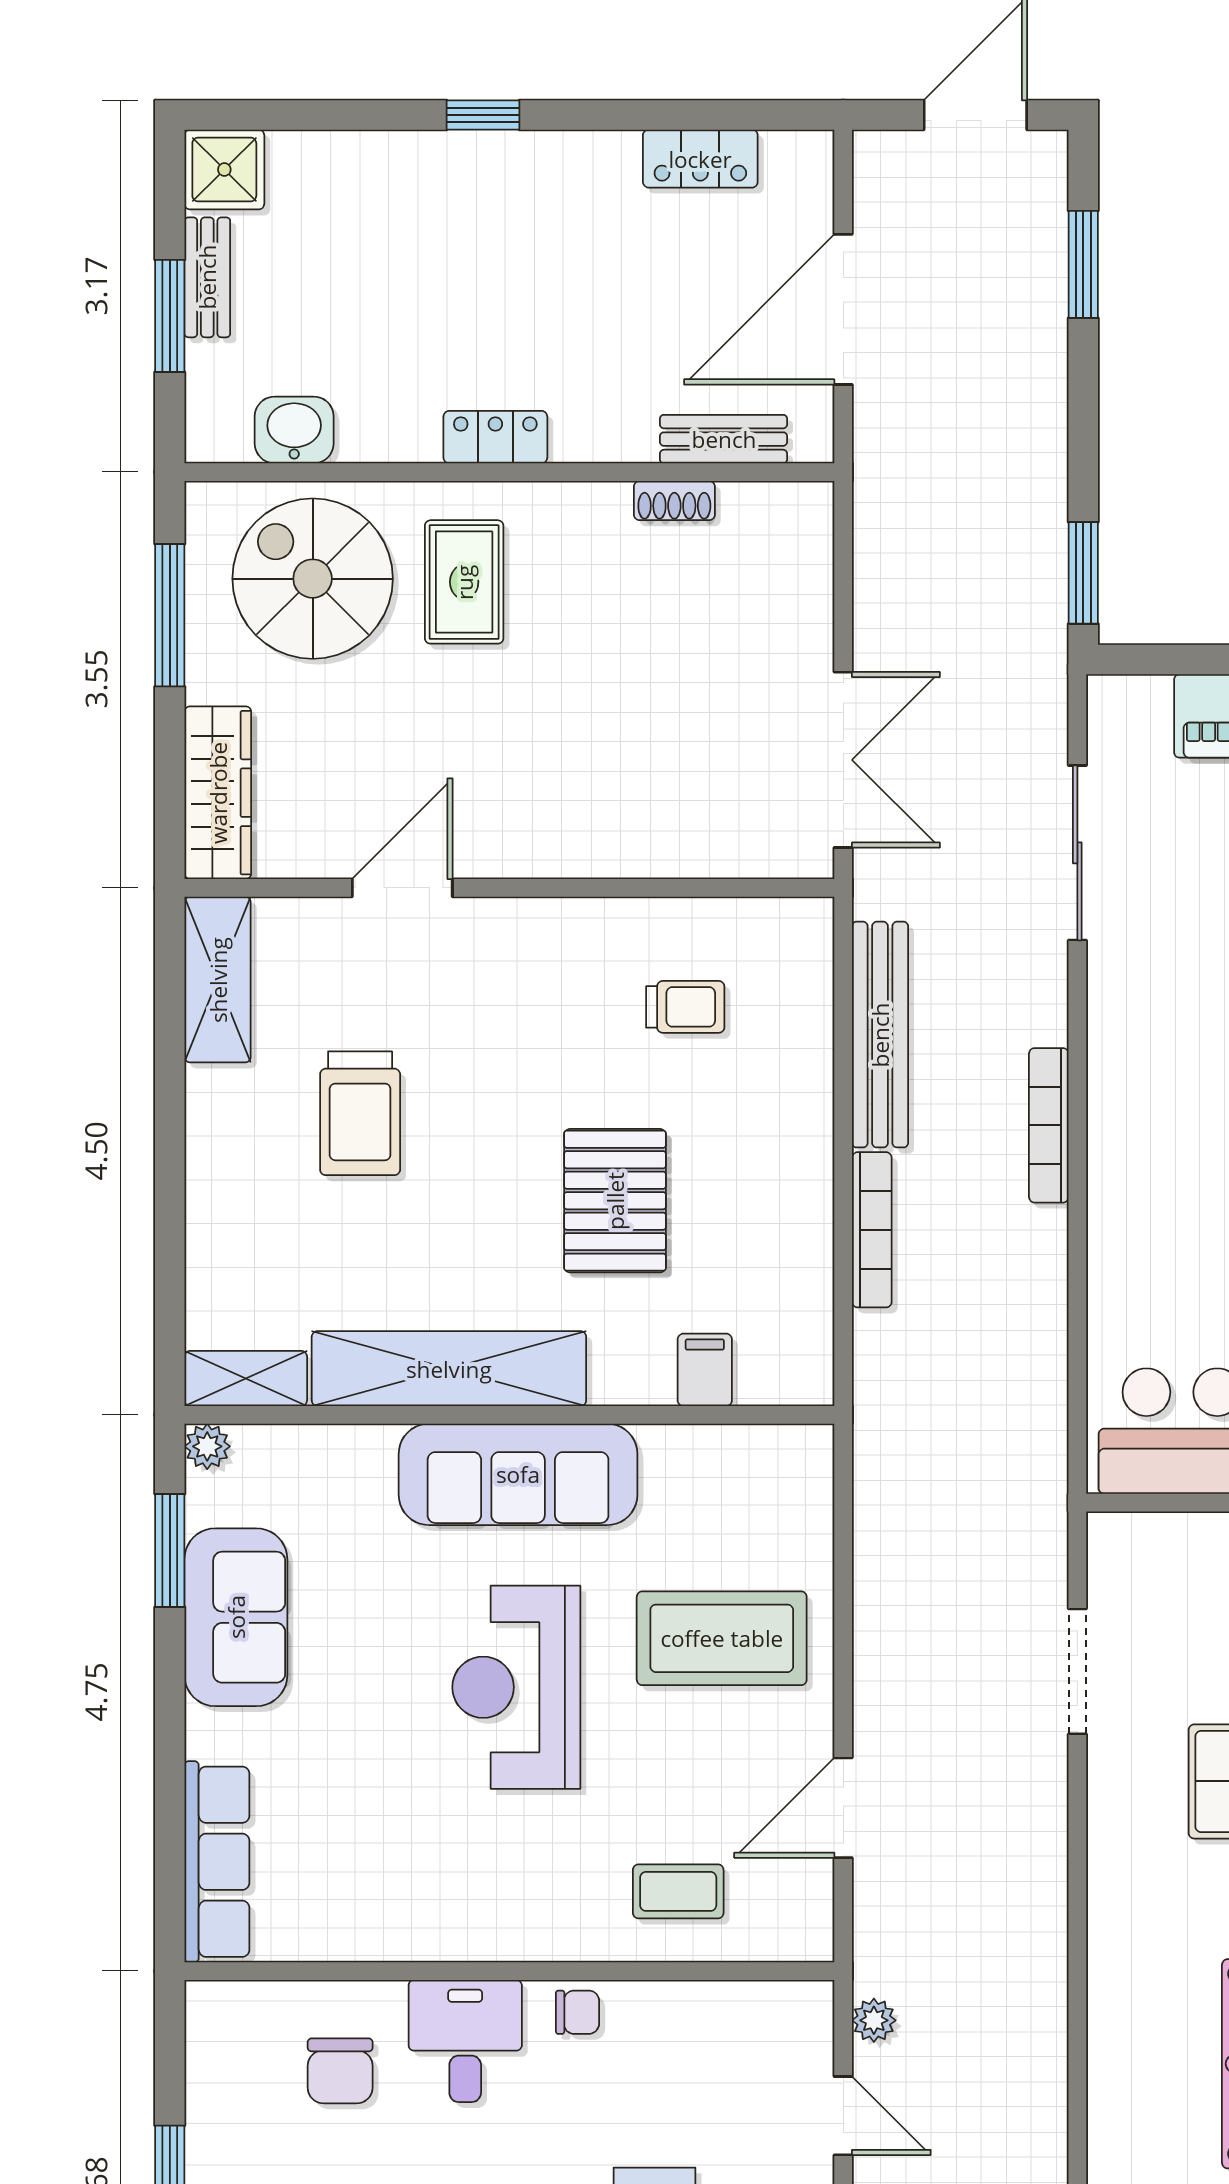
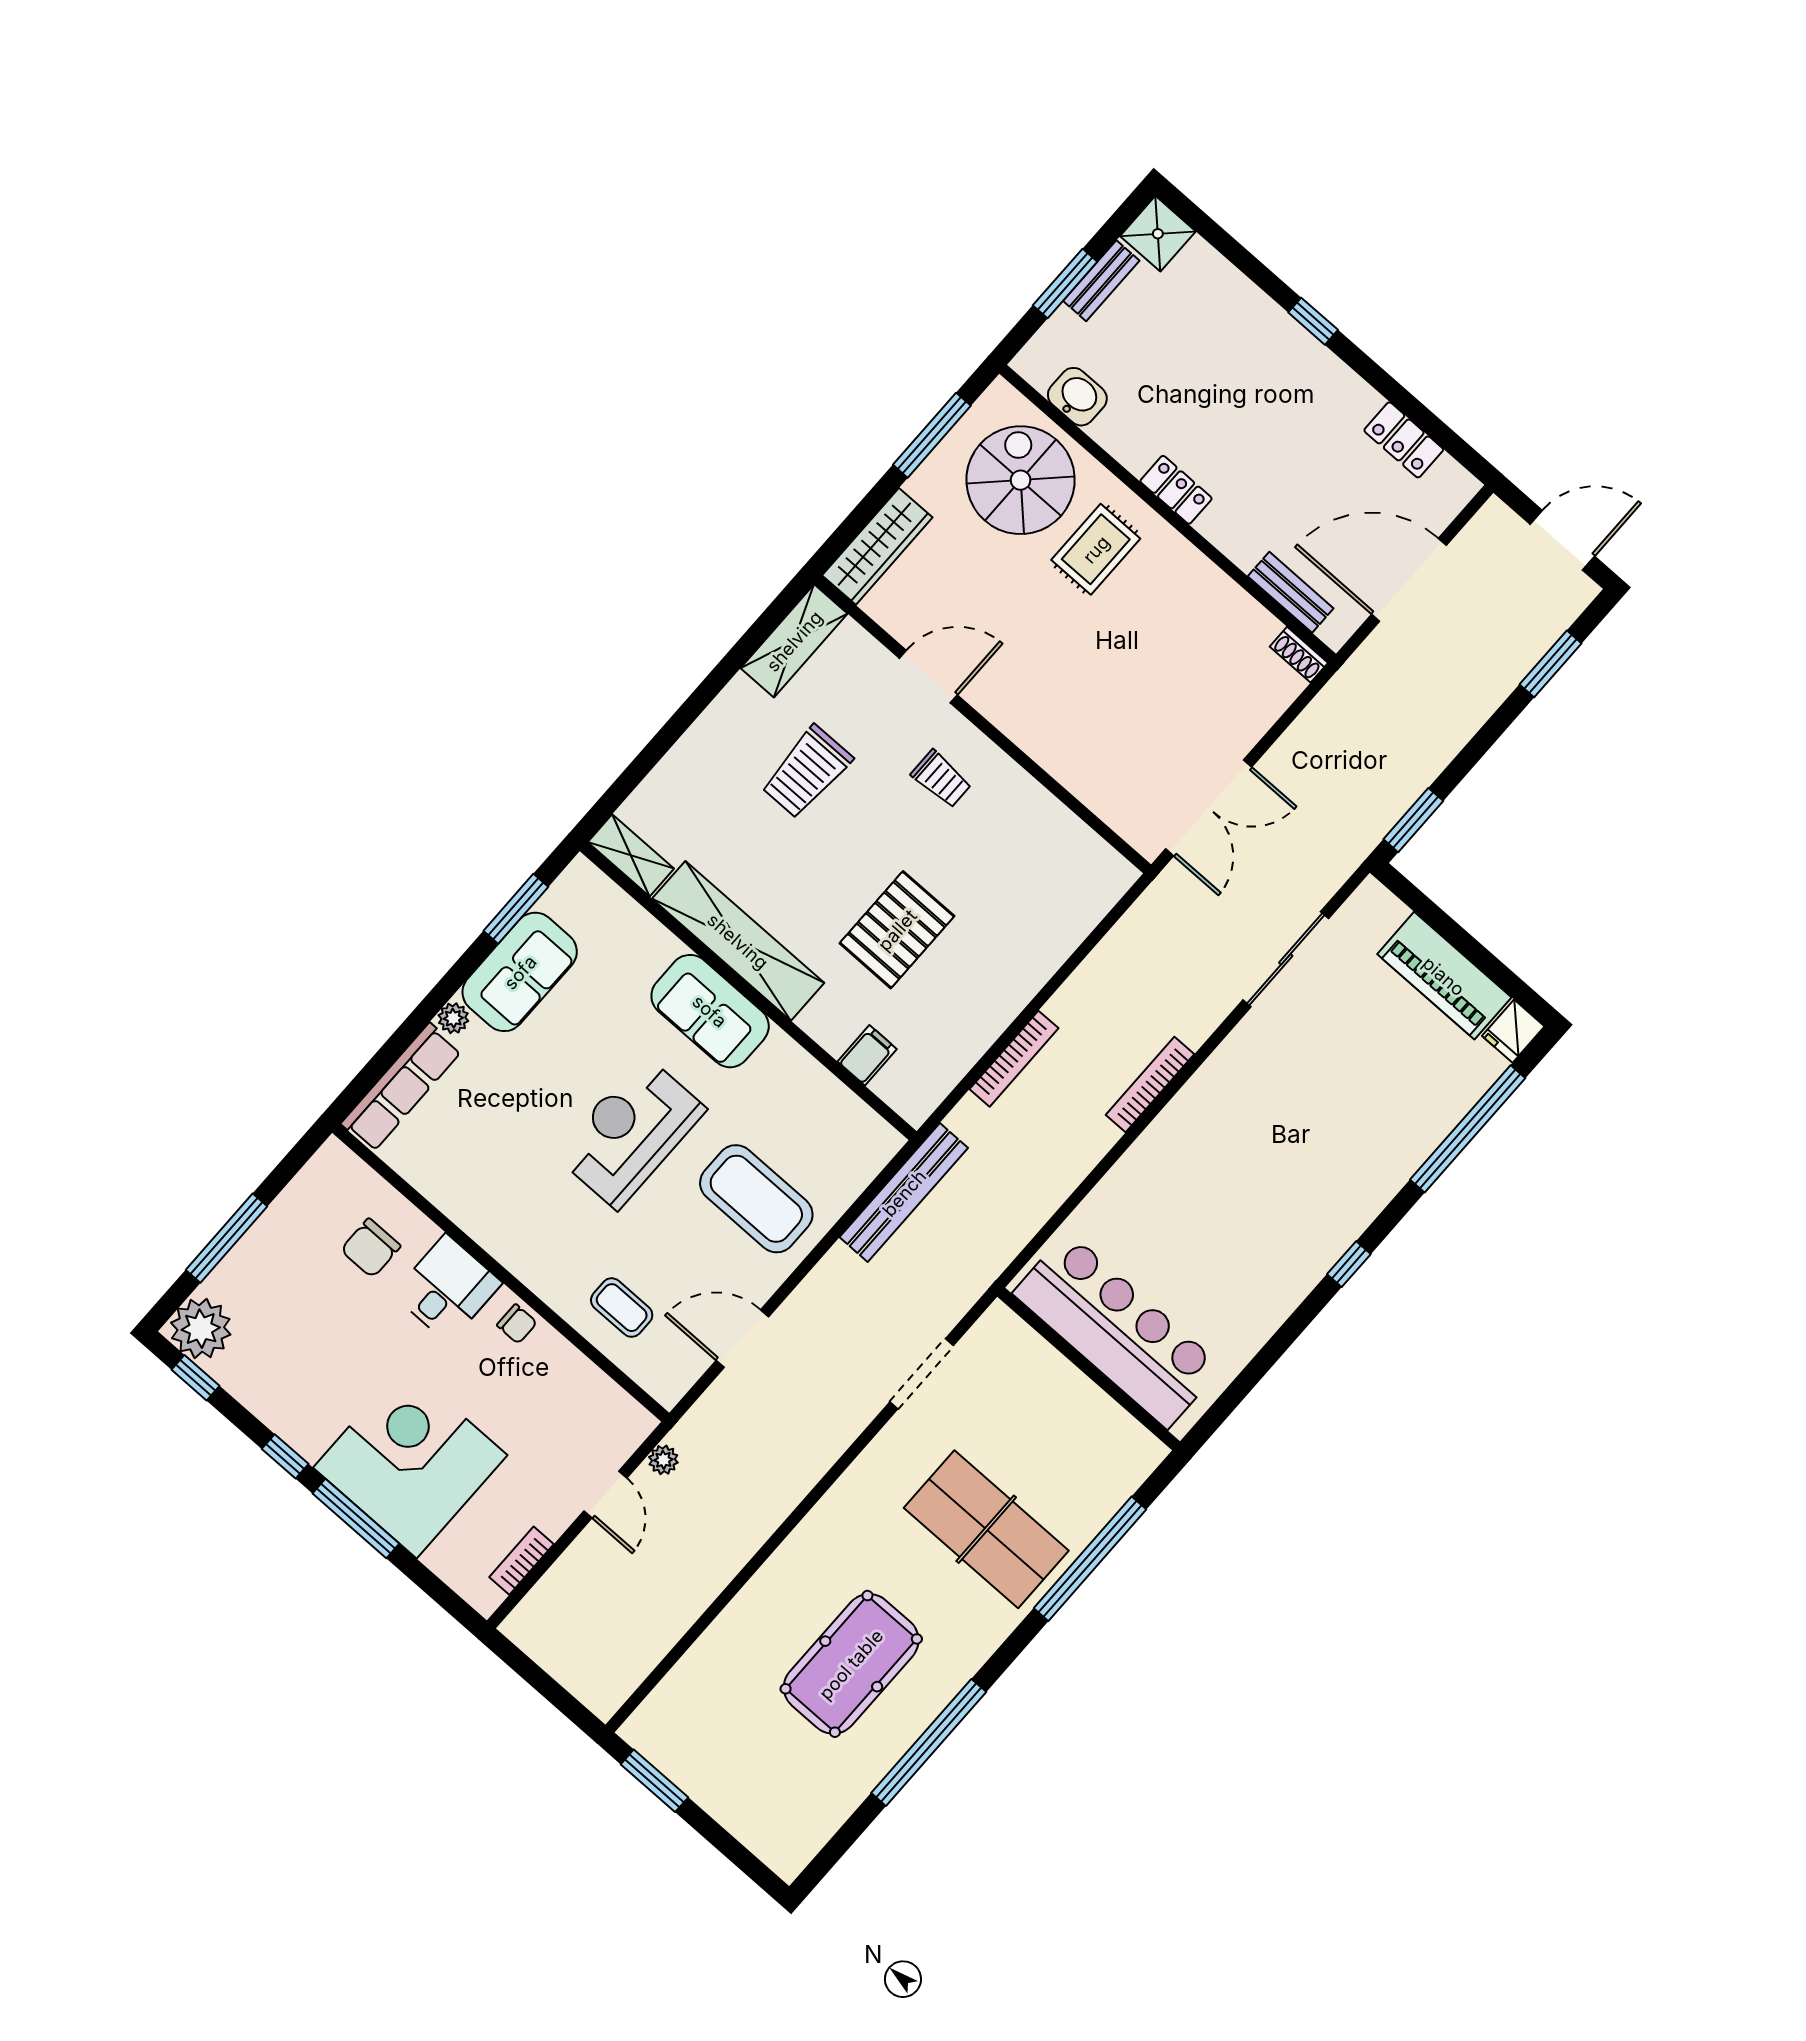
shoe rack: (674, 501) -> (1299, 655), moved
trolley: (685, 1007) -> (941, 779), moved
bench: (880, 1035) -> (904, 1193), moved
plant: (207, 1446) -> (453, 1018), moved
sofa: (518, 1474) -> (710, 1011), width x0.73

